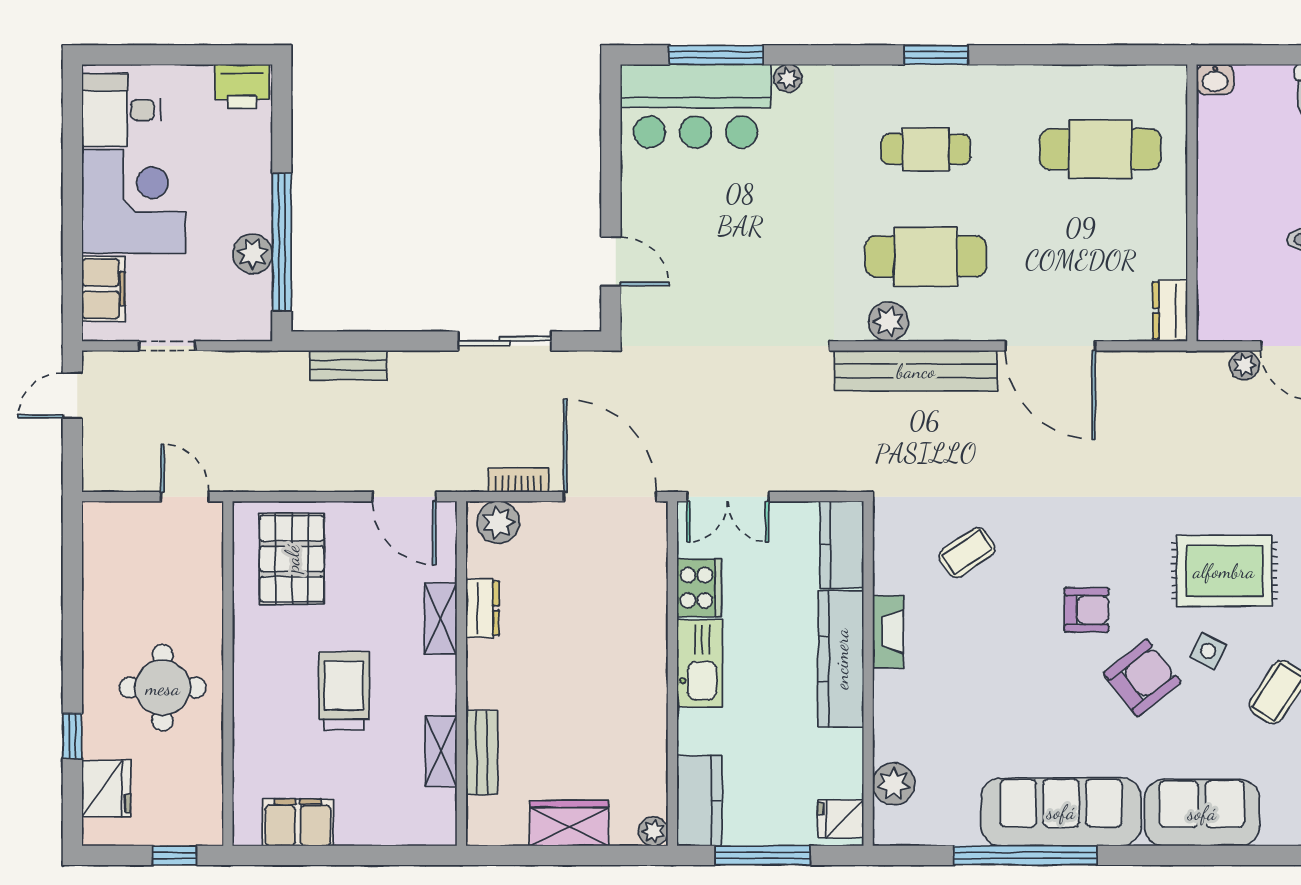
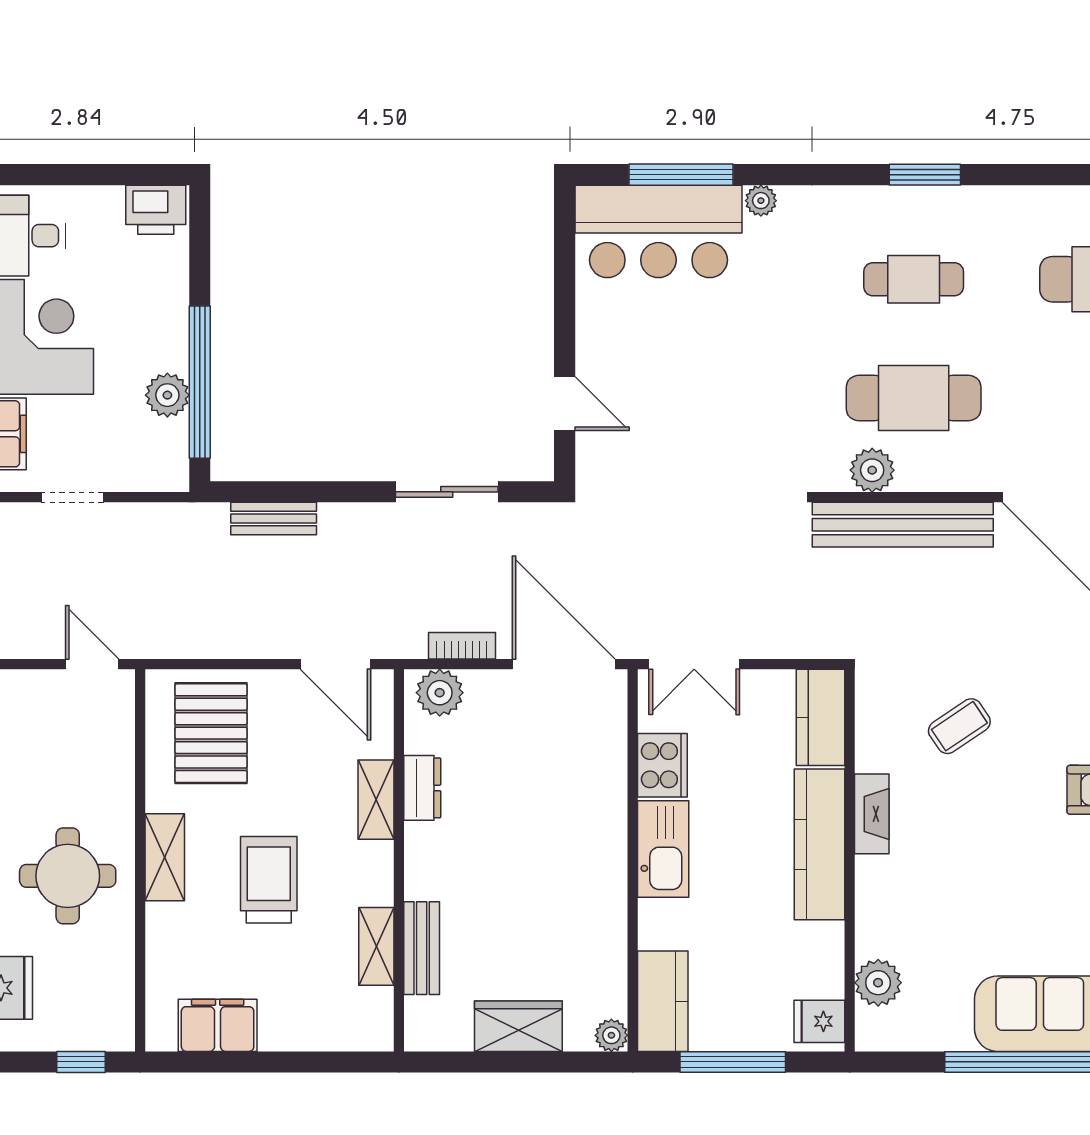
shelving: (250, 671) -> (165, 857), added

